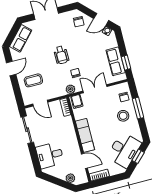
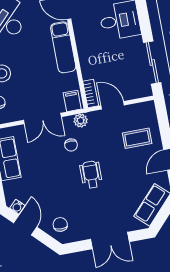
door: (101, 20) -> (25, 225), hinge flipped
door: (40, 103) -> (113, 105), moved

